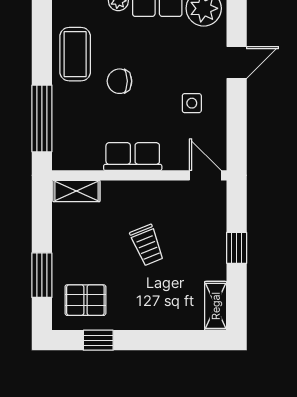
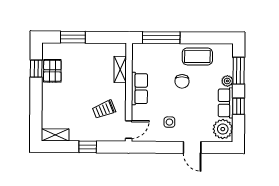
chair: (119, 81) -> (182, 81), turned 180
shelving: (76, 191) -> (120, 69), moved
trolley: (147, 245) -> (104, 109), moved
pallet: (85, 300) -> (52, 71), moved

